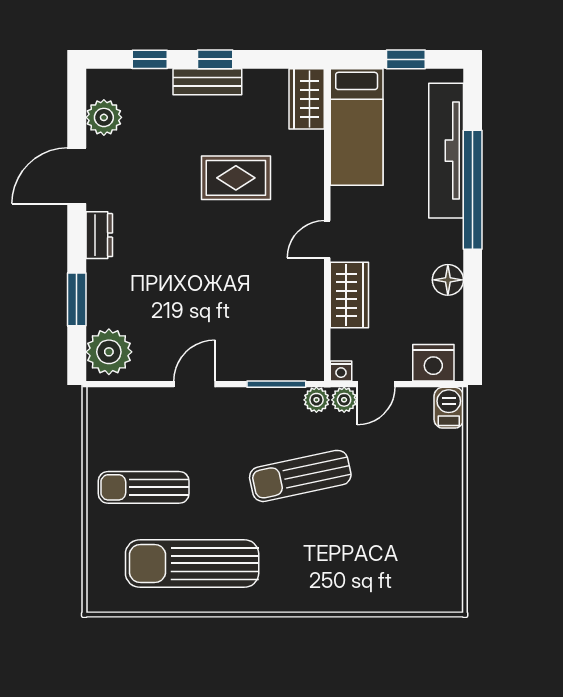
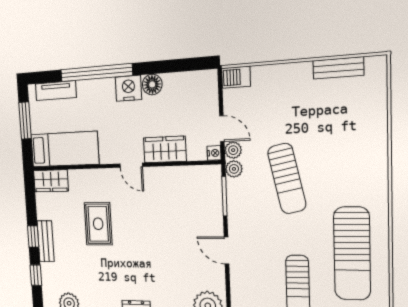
window: (406, 59) -> (25, 121), width x1.50
tv unit: (446, 151) -> (56, 91), width x0.52, depth x0.78
nightstand: (433, 363) -> (128, 88), moved, turned -90
bench: (451, 549) -> (338, 68), added

